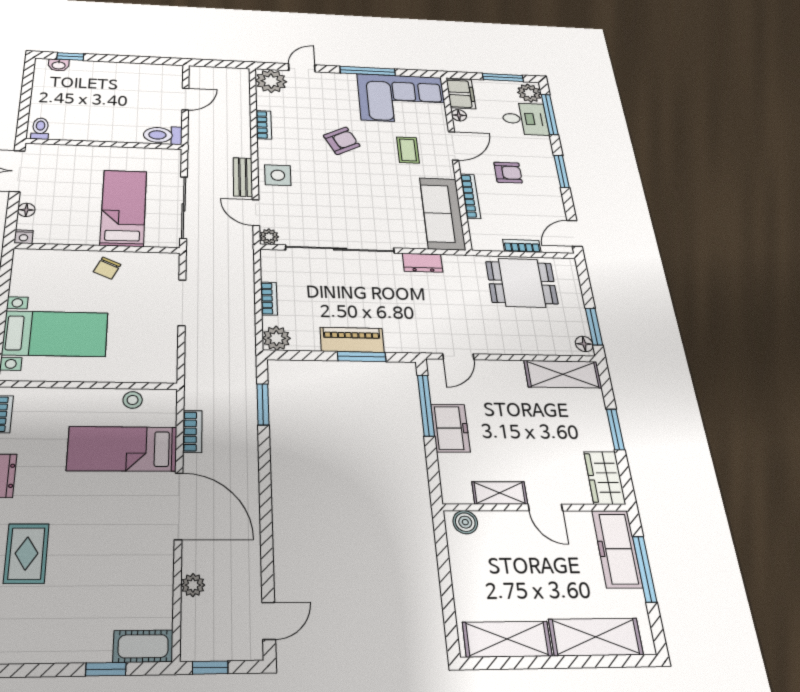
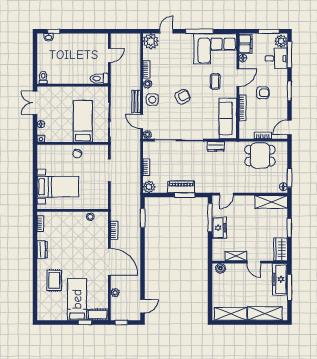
armchair: (342, 141) -> (183, 97), moved
plant: (267, 148) -> (148, 84), added
bed: (122, 449) -> (77, 299), moved, turned 90

